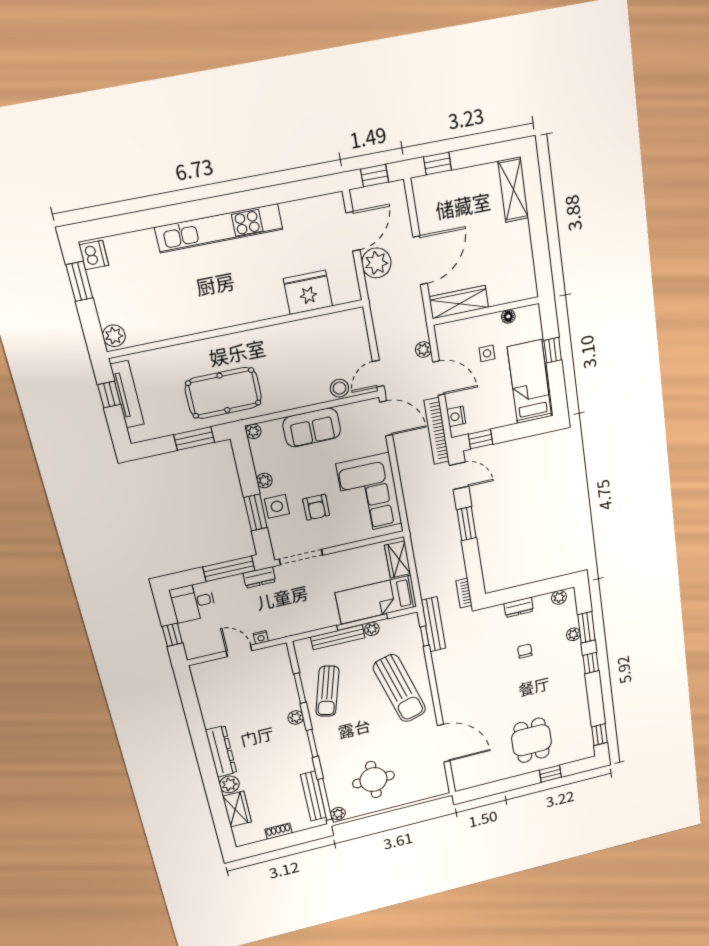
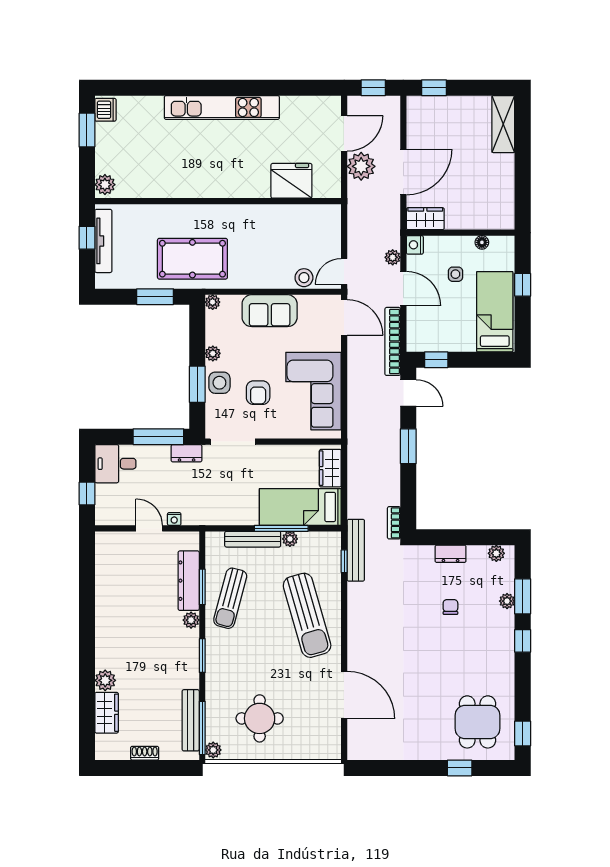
wardrobe: (459, 302) -> (425, 219), width x0.67
nightstand: (456, 416) -> (415, 245), moved
dining table: (532, 740) -> (478, 722), moved
dresser: (221, 751) -> (189, 581), moved, turned 180

